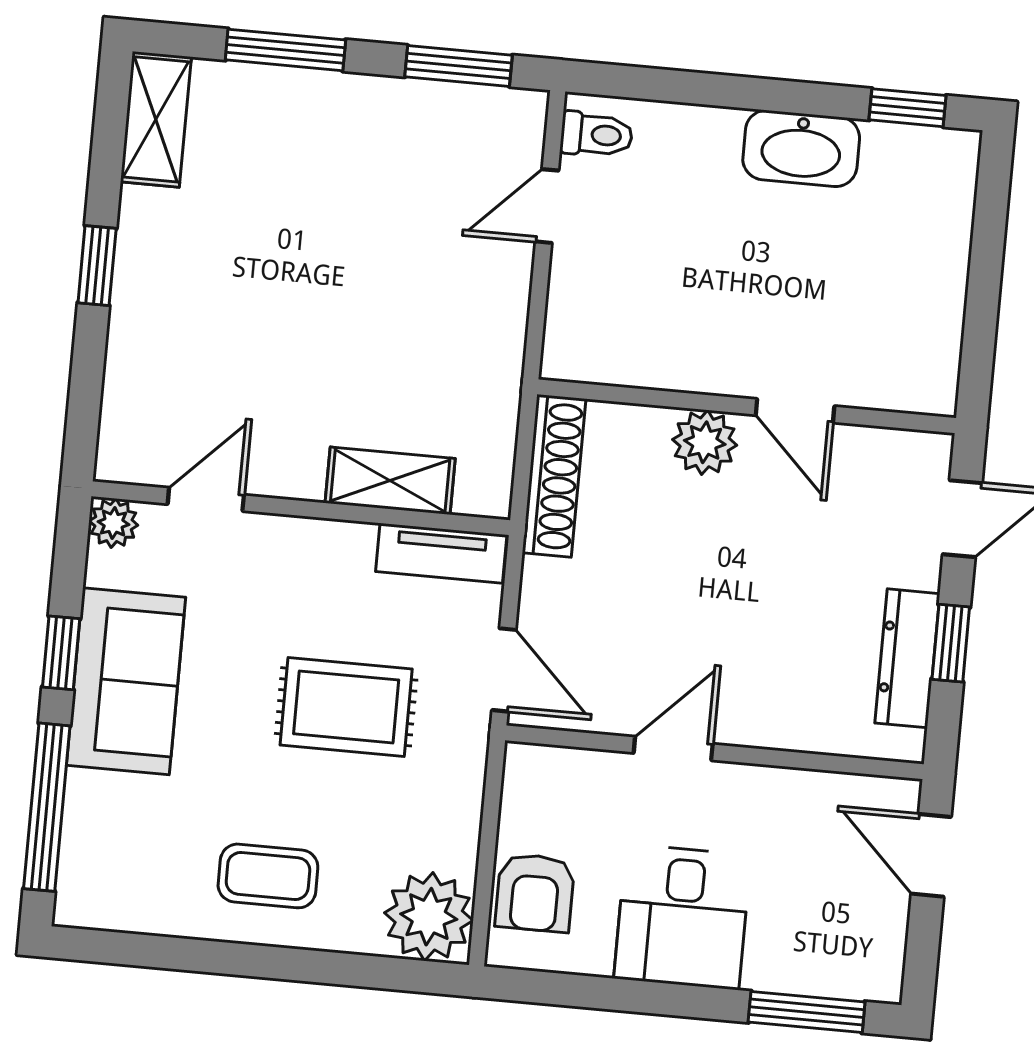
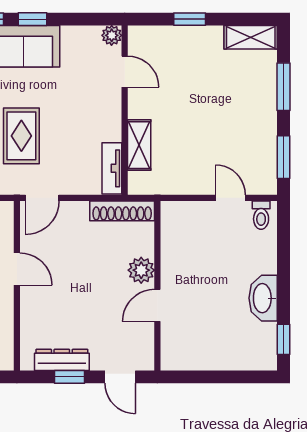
shelving: (390, 481) -> (139, 145), moved
door: (206, 499) -> (125, 72), moved
wall: (301, 508) -> (125, 110), moved
plant: (113, 523) -> (112, 35), moved
tv unit: (441, 553) -> (112, 168), moved

